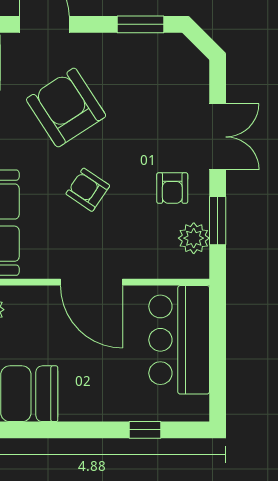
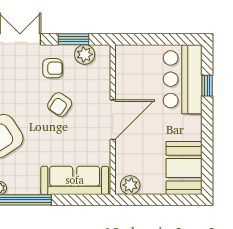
armchair: (88, 190) -> (60, 105), moved
bar counter: (179, 340) -> (183, 79), moved, turned 90

